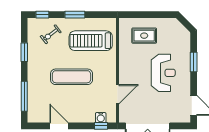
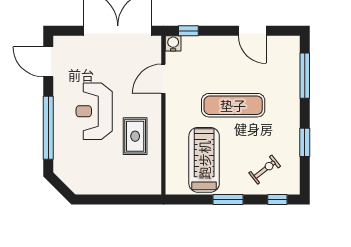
rug: (144, 36) -> (135, 136), moved, turned 90
treadmill: (91, 41) -> (204, 160), turned -90
window: (194, 62) -> (48, 128), width x2.11
water cooler: (101, 118) -> (173, 43), moved

